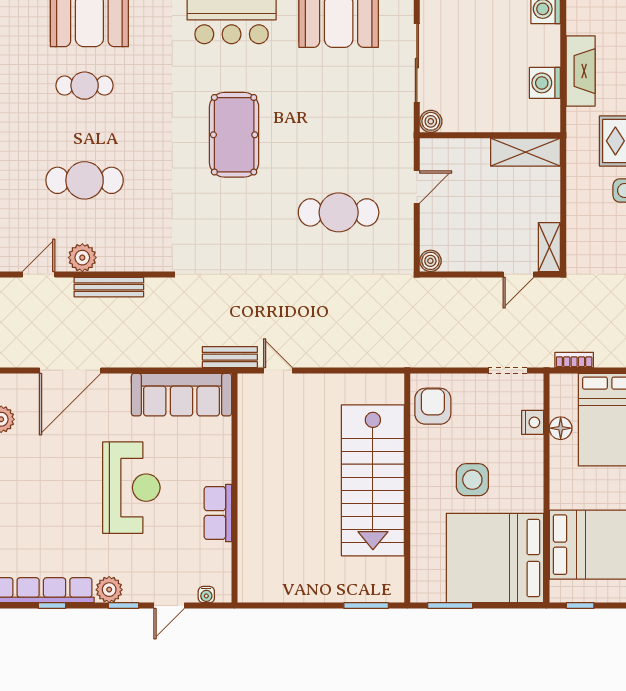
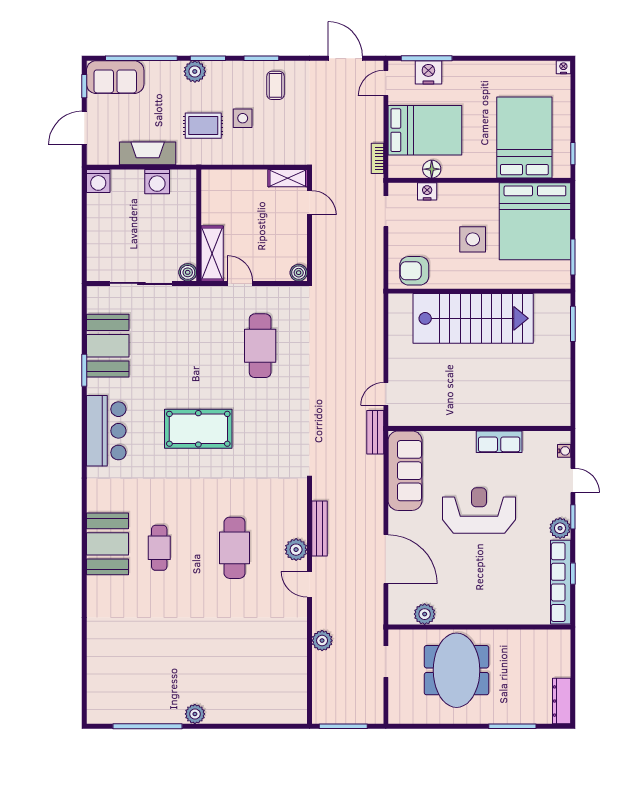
shelving: (525, 152) -> (212, 253), moved

